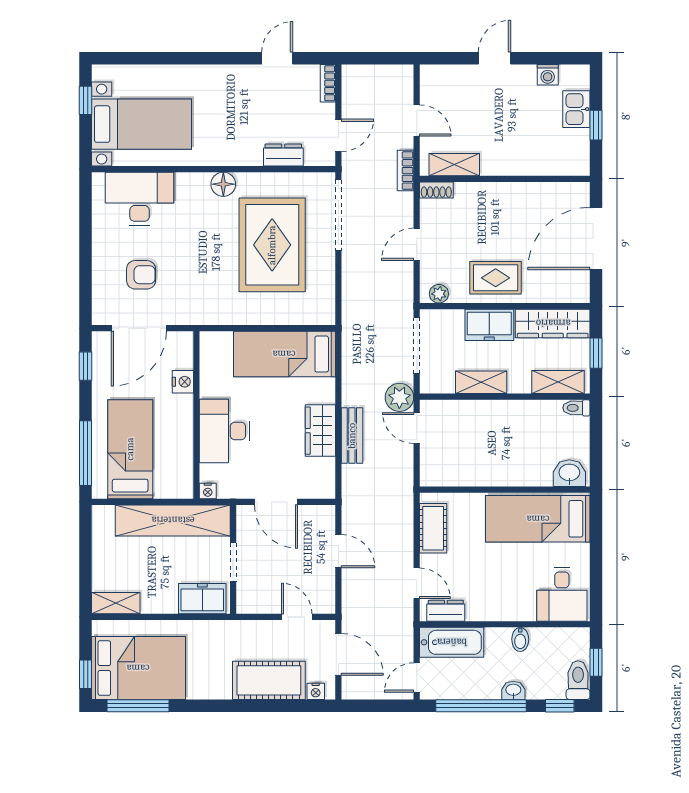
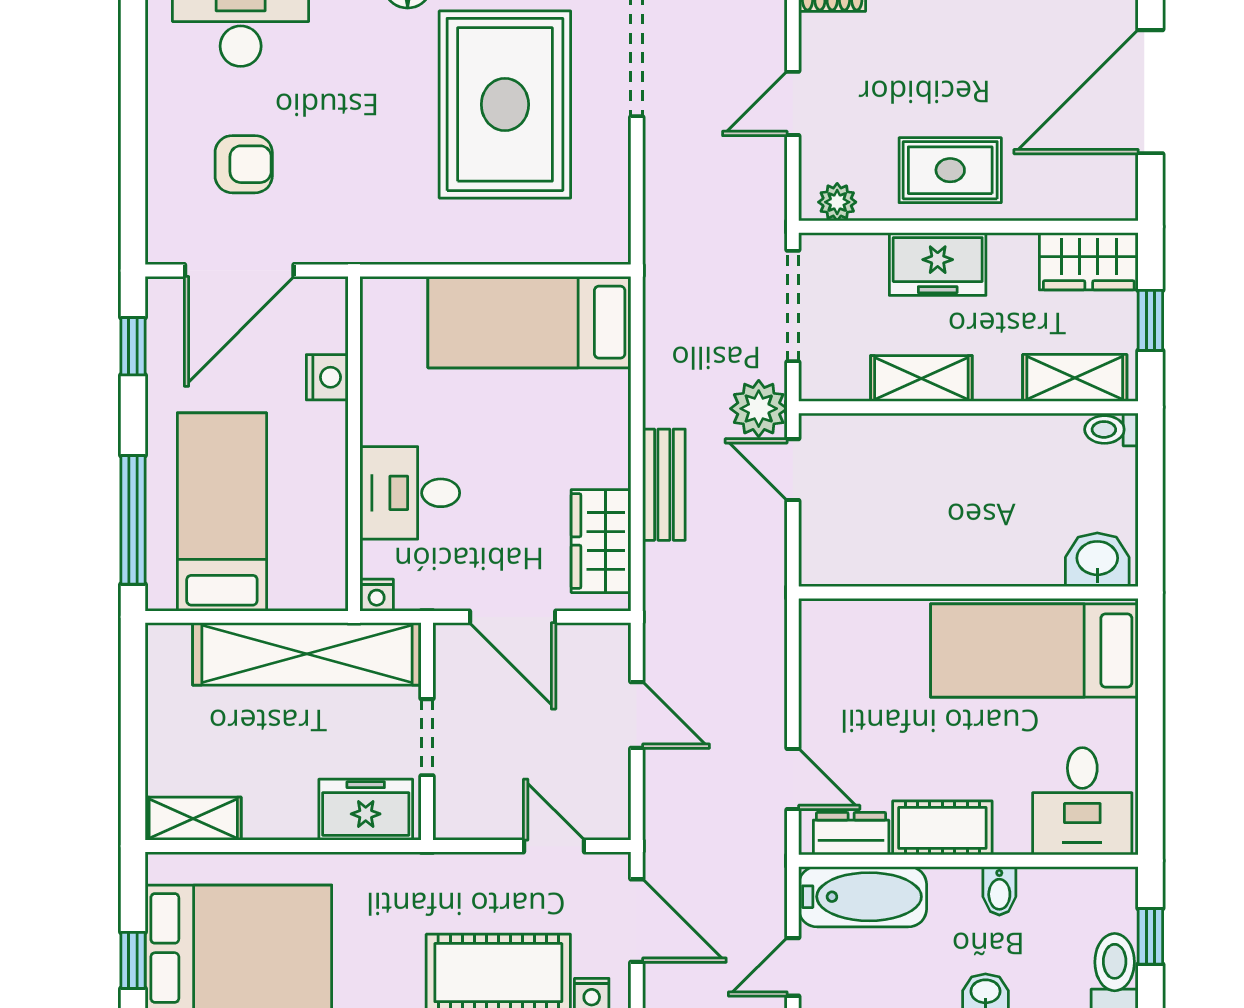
wardrobe: (553, 323) -> (1089, 261), width x0.67
desk: (224, 431) -> (410, 493), width x0.73
wardrobe: (320, 431) -> (601, 541), moved
cot: (433, 528) -> (942, 828), moved, turned 90

